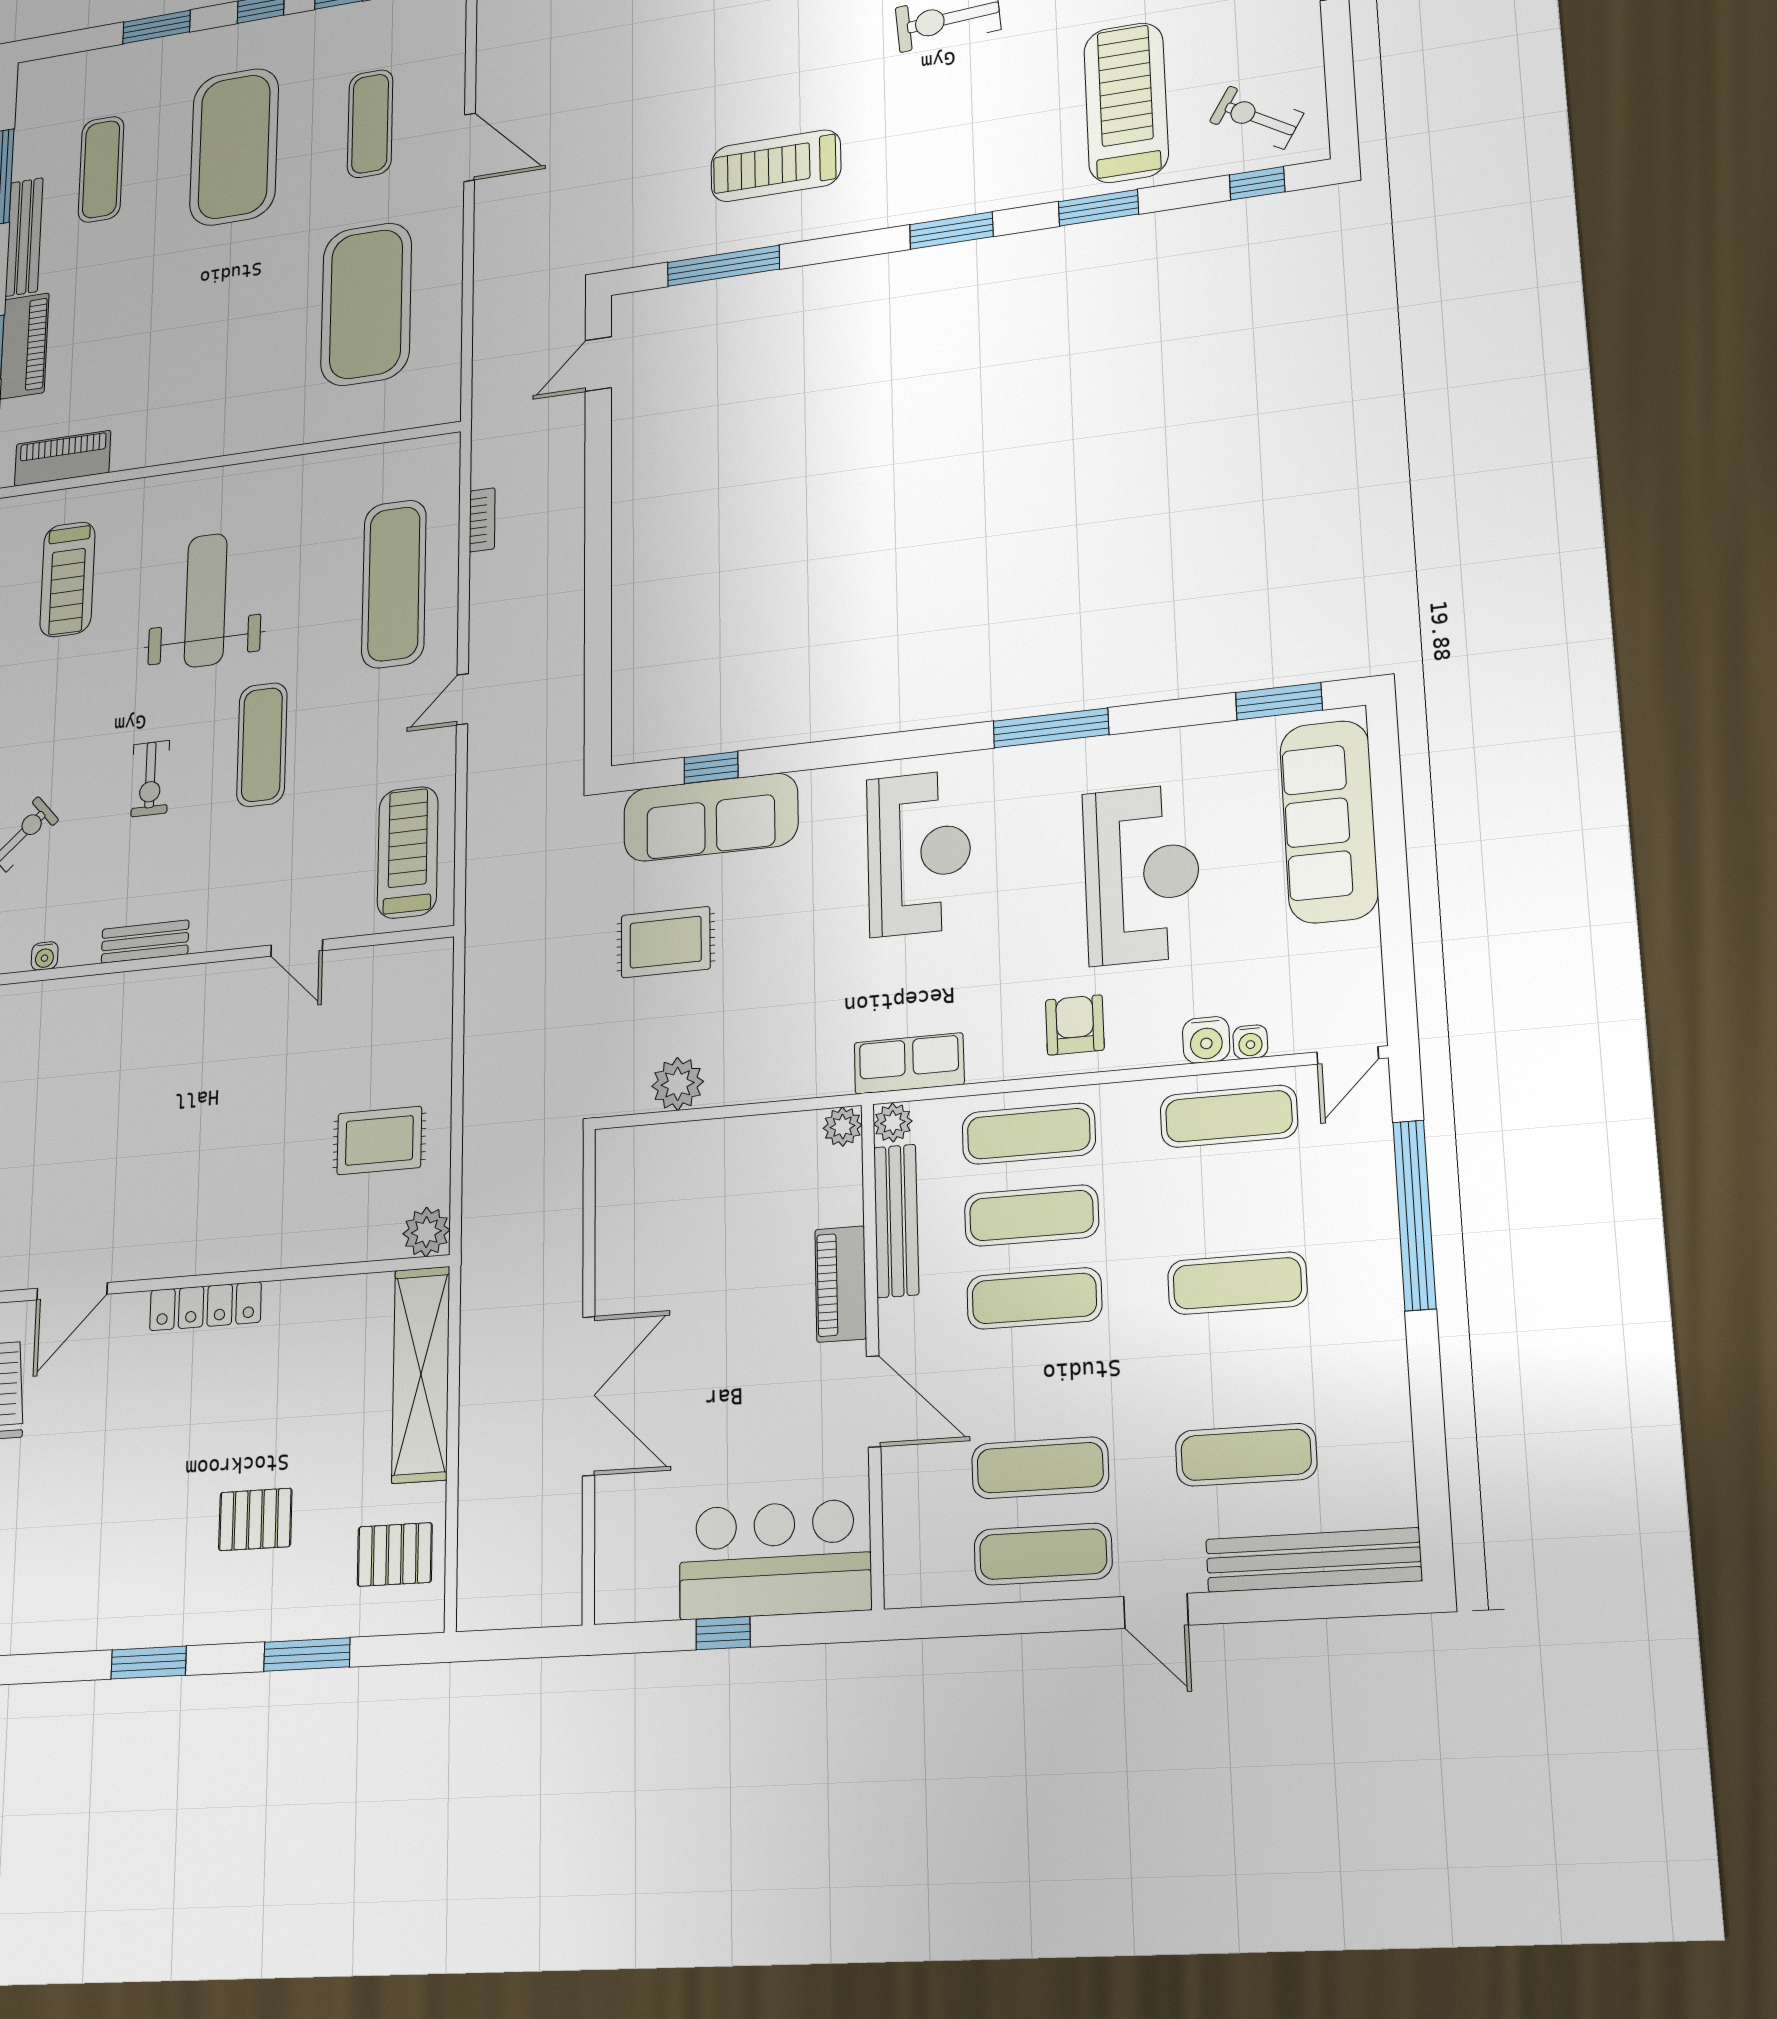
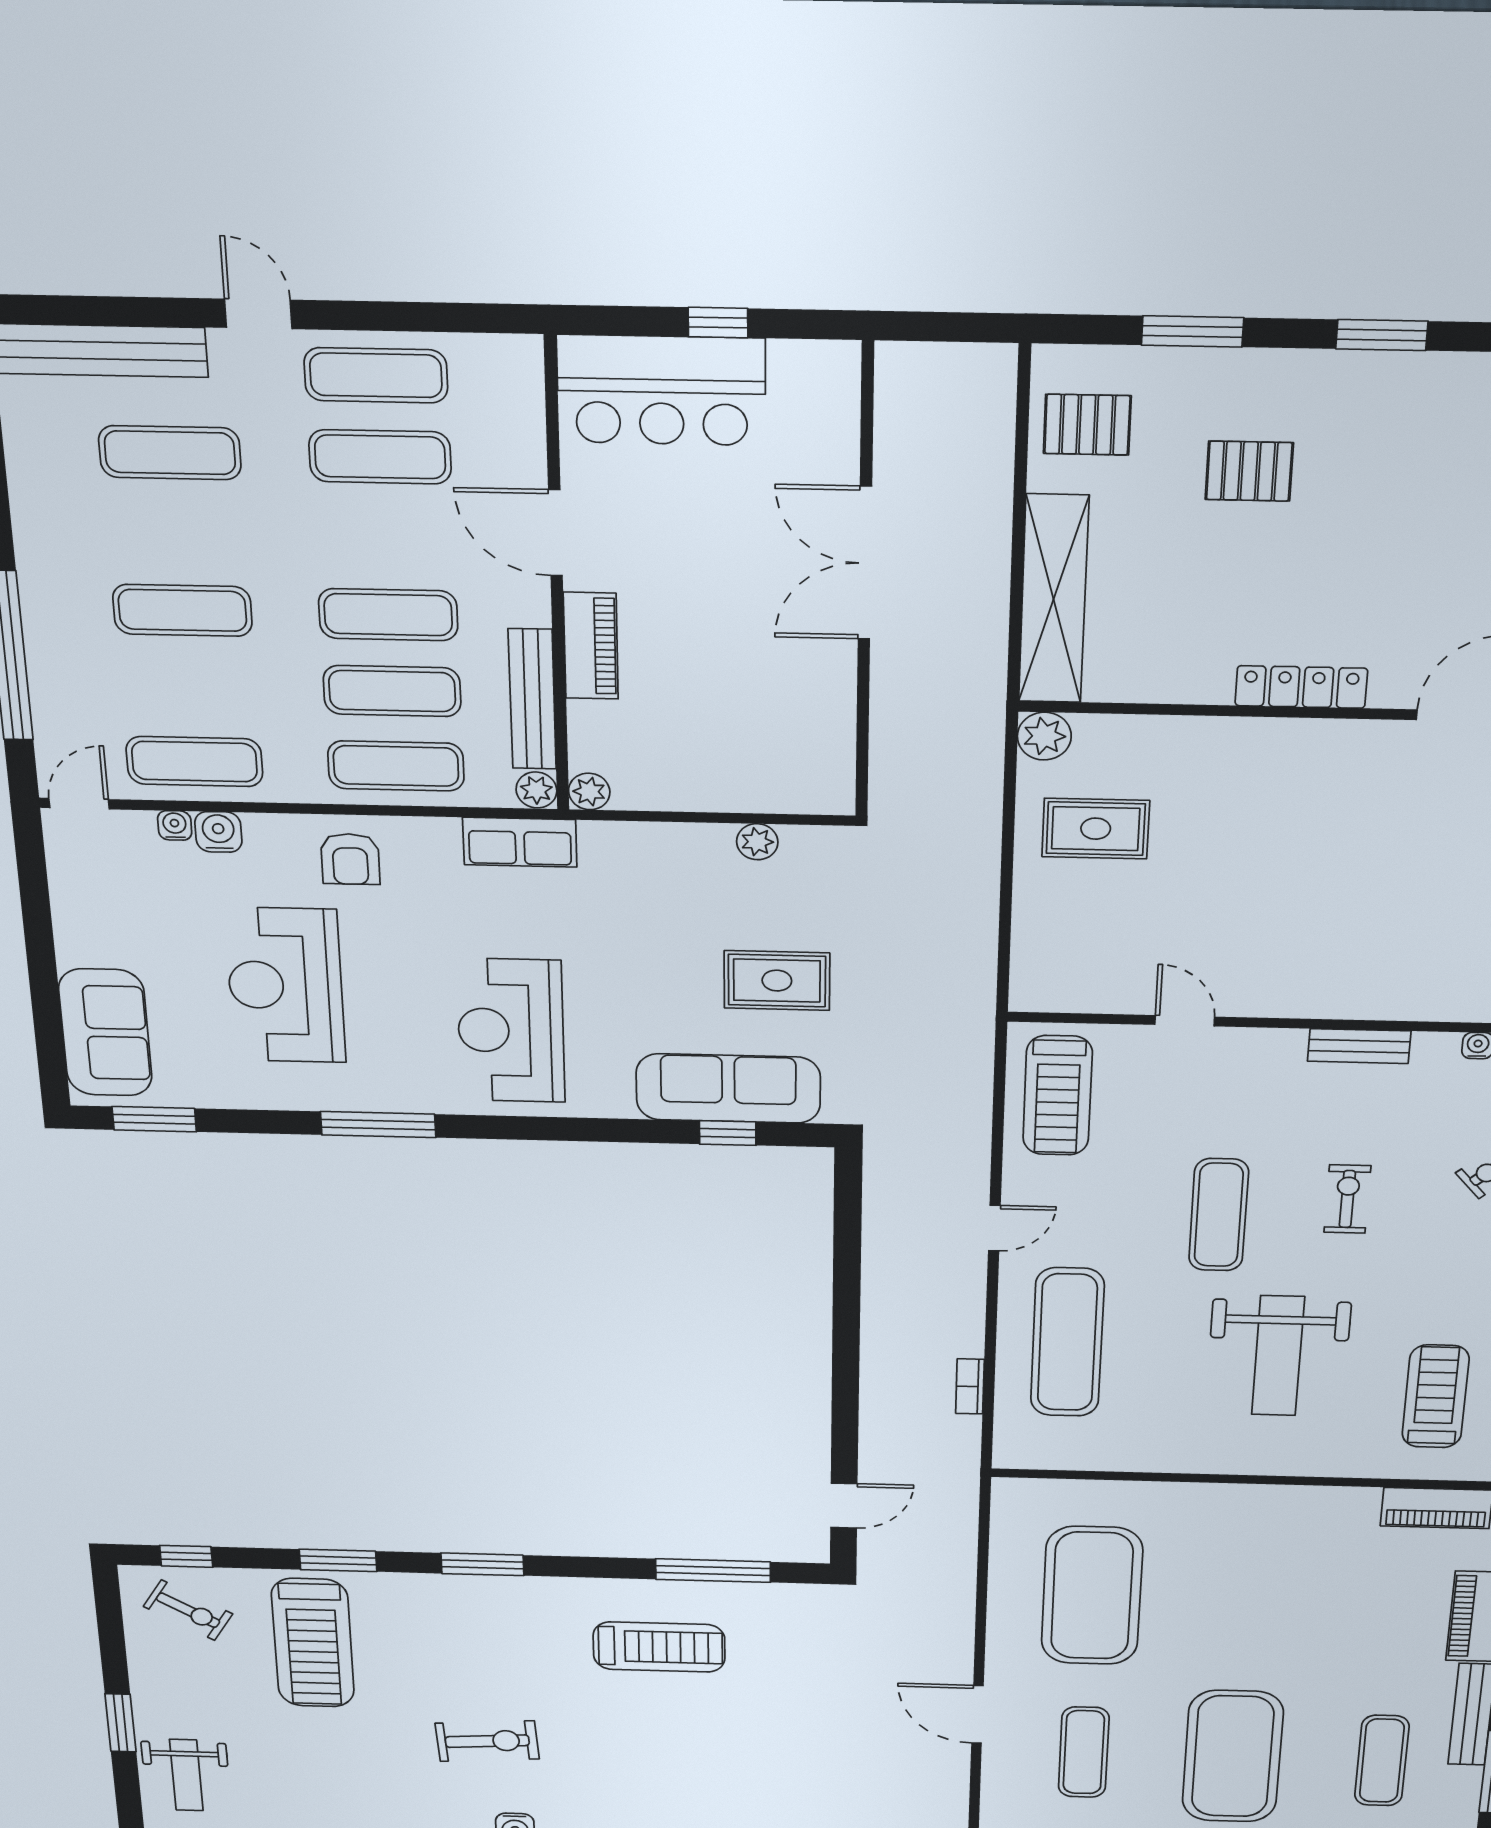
sofa: (1329, 821) -> (105, 1033), width x0.73
plant: (678, 1084) -> (757, 842), width x0.73, depth x0.73

